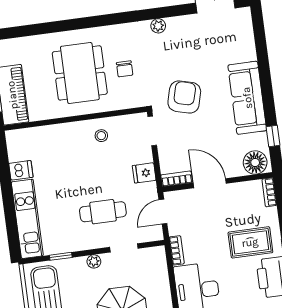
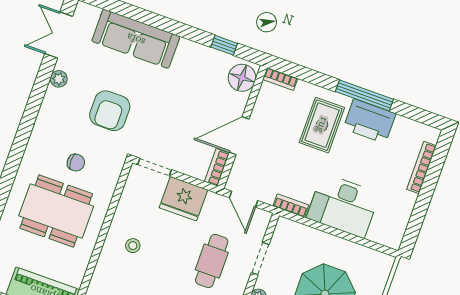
plant: (158, 26) -> (59, 79), moved
armchair: (184, 97) -> (110, 111), moved, turned -105
sofa: (247, 98) -> (136, 39), moved
stool: (101, 136) -> (133, 246), moved
fridge: (144, 173) -> (183, 199), width x1.88, depth x1.34

